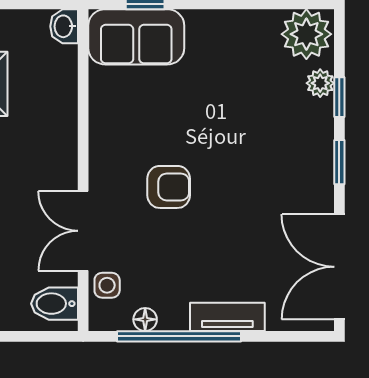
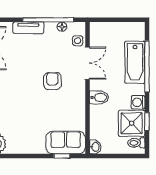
armchair: (169, 187) -> (52, 81), turned 90
bidet: (55, 304) -> (99, 97), moved

